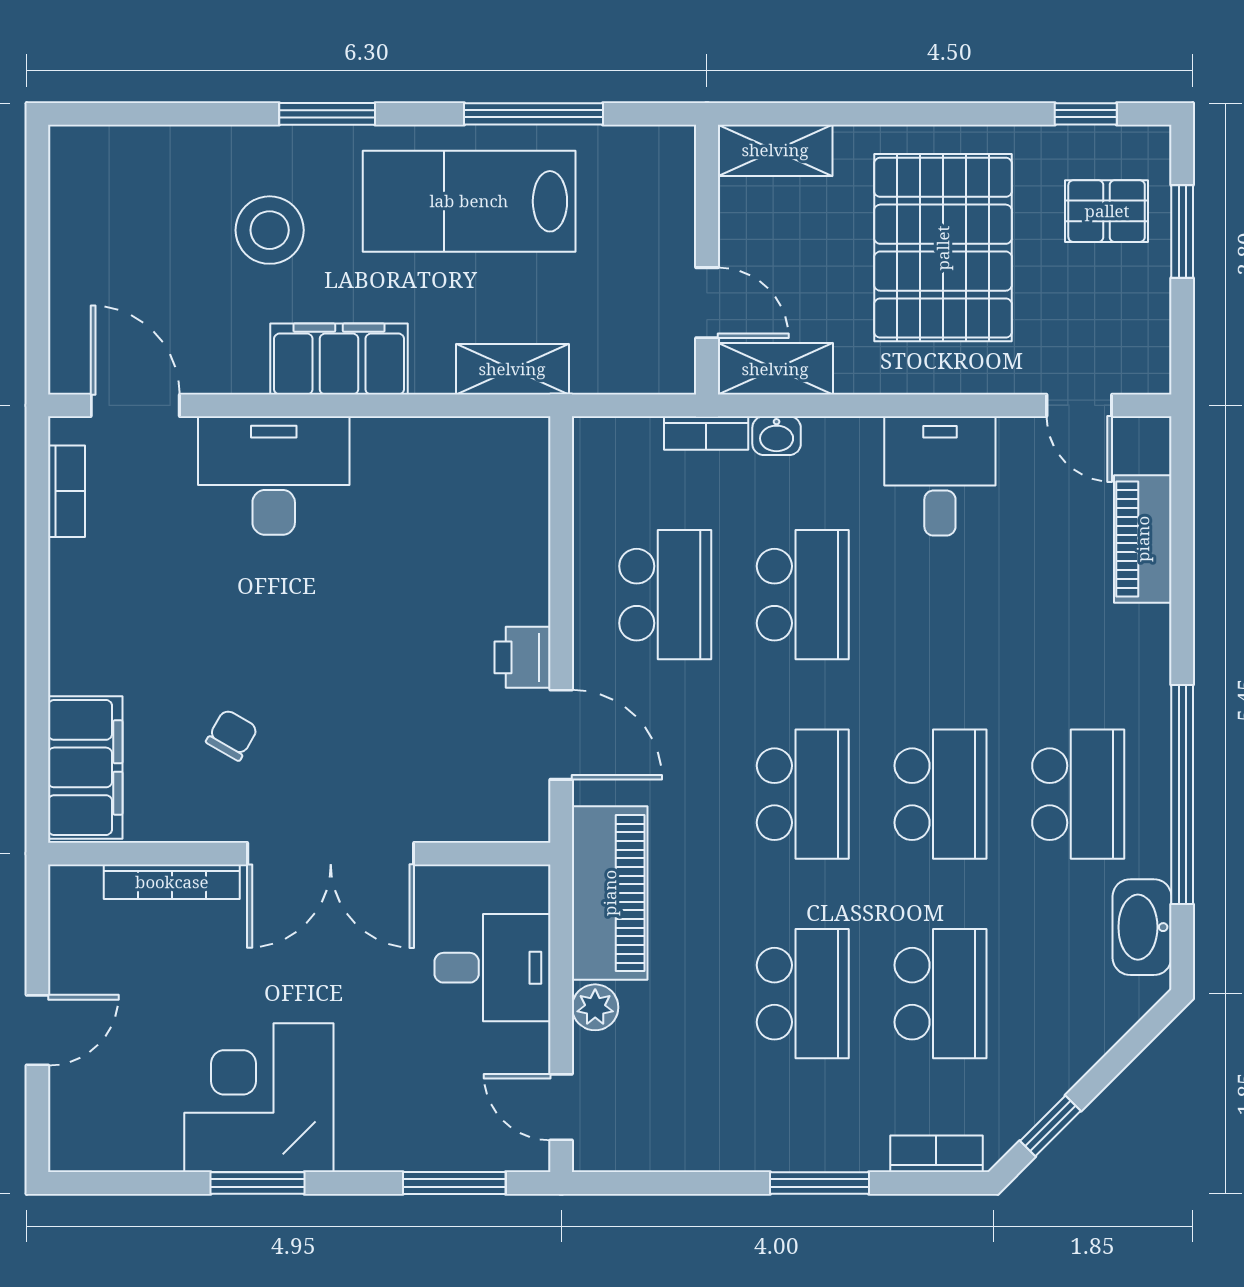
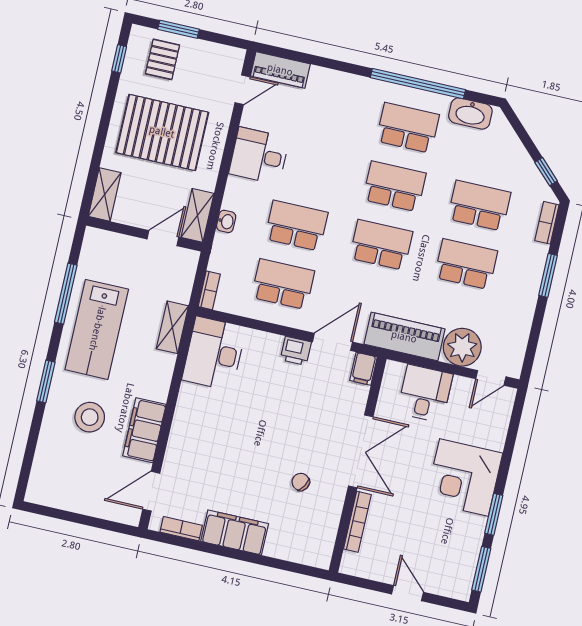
filing cabinet: (339, 359) -> (144, 430), moved
bookcase: (706, 433) -> (209, 290), moved
desk: (274, 476) -> (214, 354), moved
piano: (1143, 539) -> (280, 70), moved
filing cabinet: (85, 767) -> (235, 533), moved
filing cabinet: (517, 818) -> (363, 369), added
plant: (595, 1007) -> (462, 347), width x1.87, depth x1.87
corner desk: (259, 1098) -> (464, 477), moved
window: (454, 1183) -> (481, 569), moved

